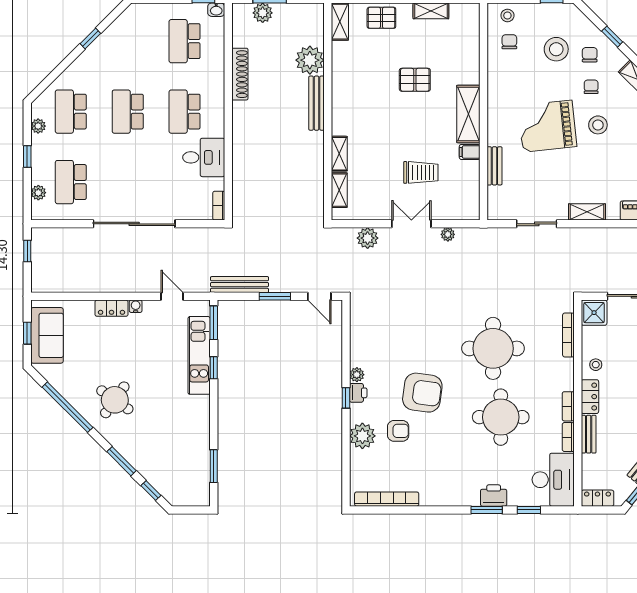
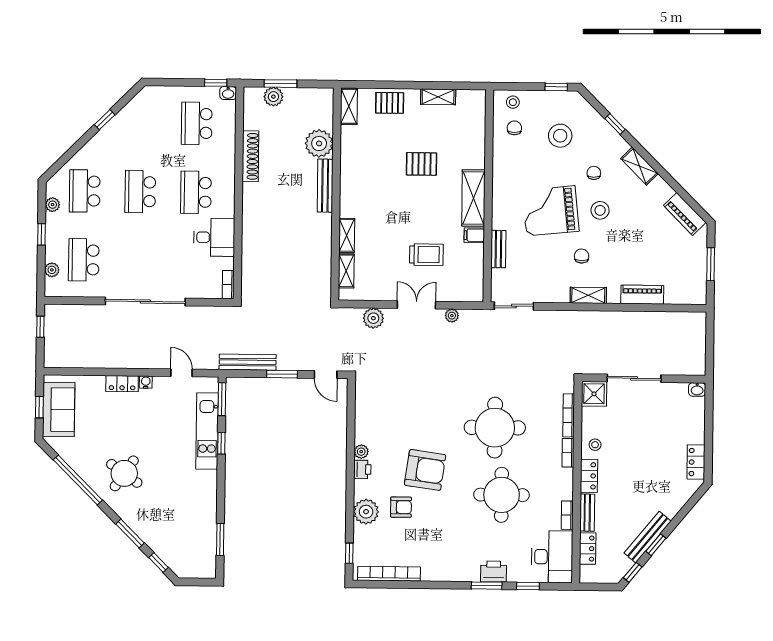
chair: (590, 55) -> (582, 256), moved
sliding door: (537, 224) -> (514, 306), moved
window: (346, 398) -> (349, 553), moved
bookcase: (568, 406) -> (568, 453), moved
locker: (597, 498) -> (588, 549), moved, turned 90

